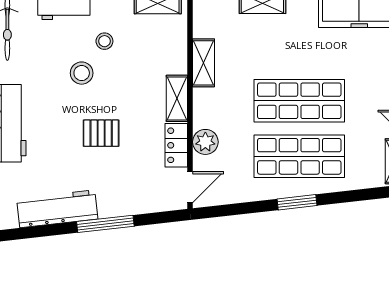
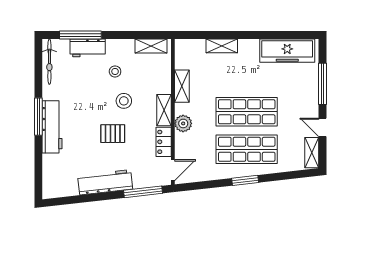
stool: (82, 73) -> (124, 101), moved
plant: (205, 142) -> (183, 123), moved
workbench: (57, 209) -> (105, 182), moved
window: (105, 224) -> (143, 192), moved

